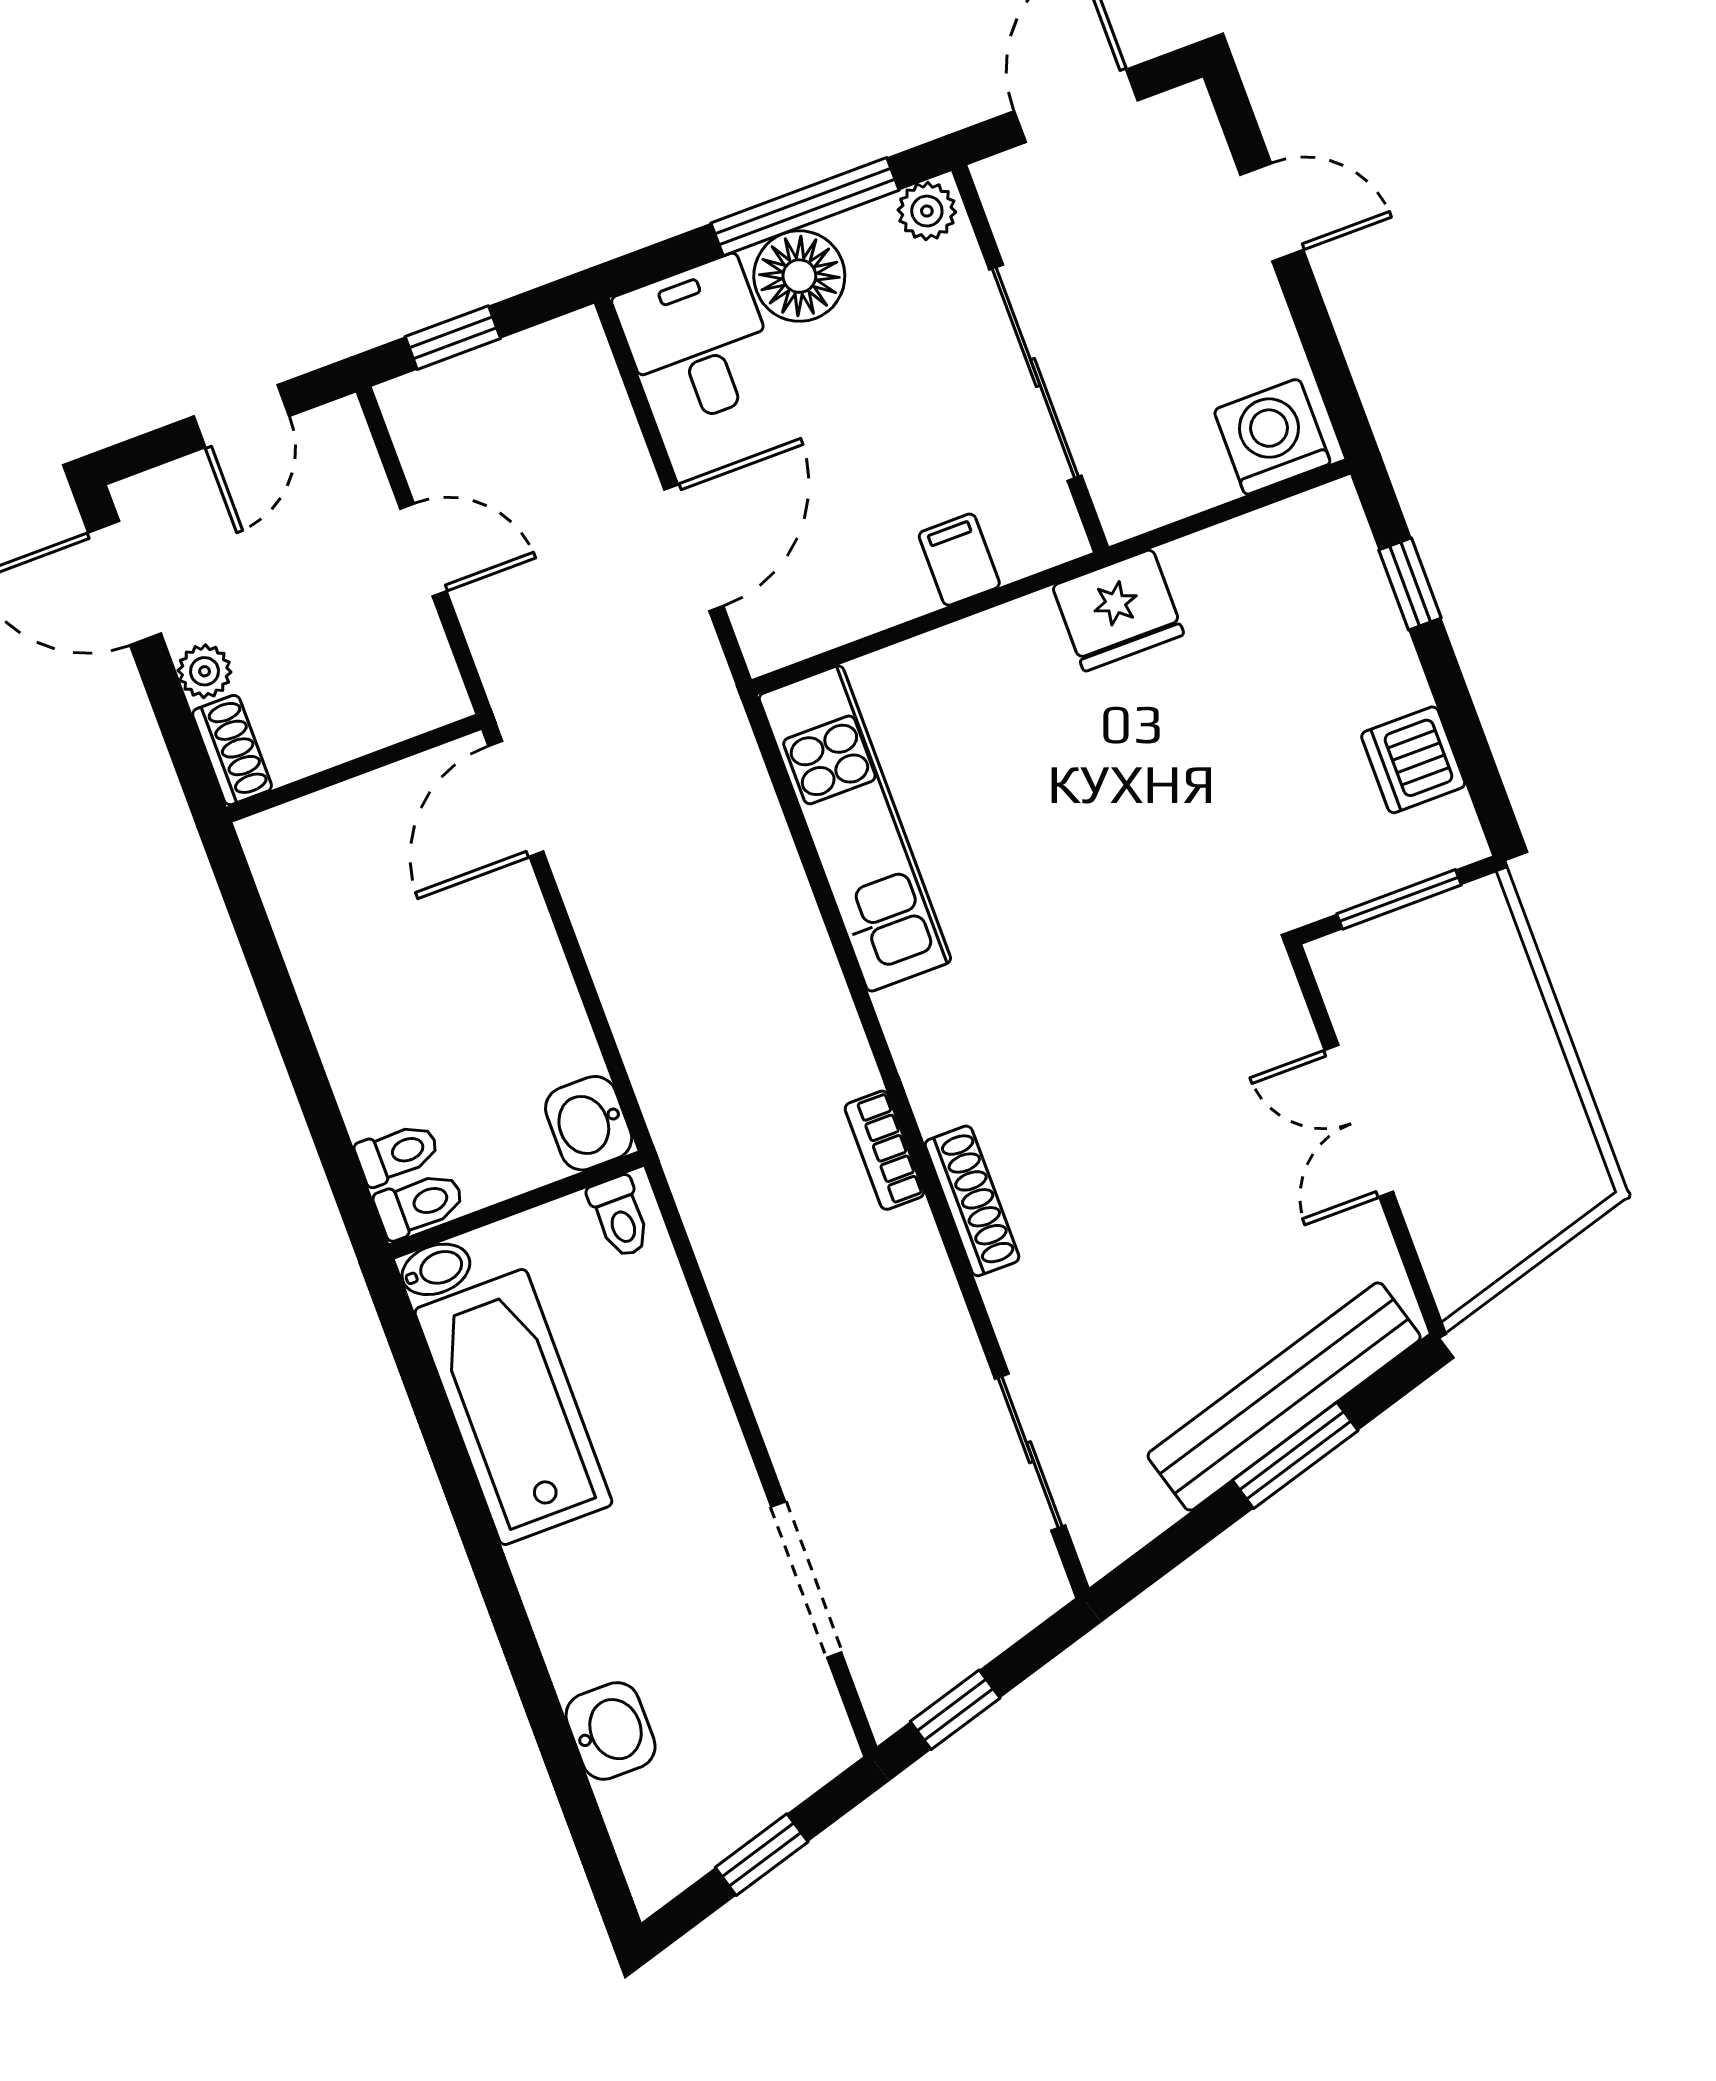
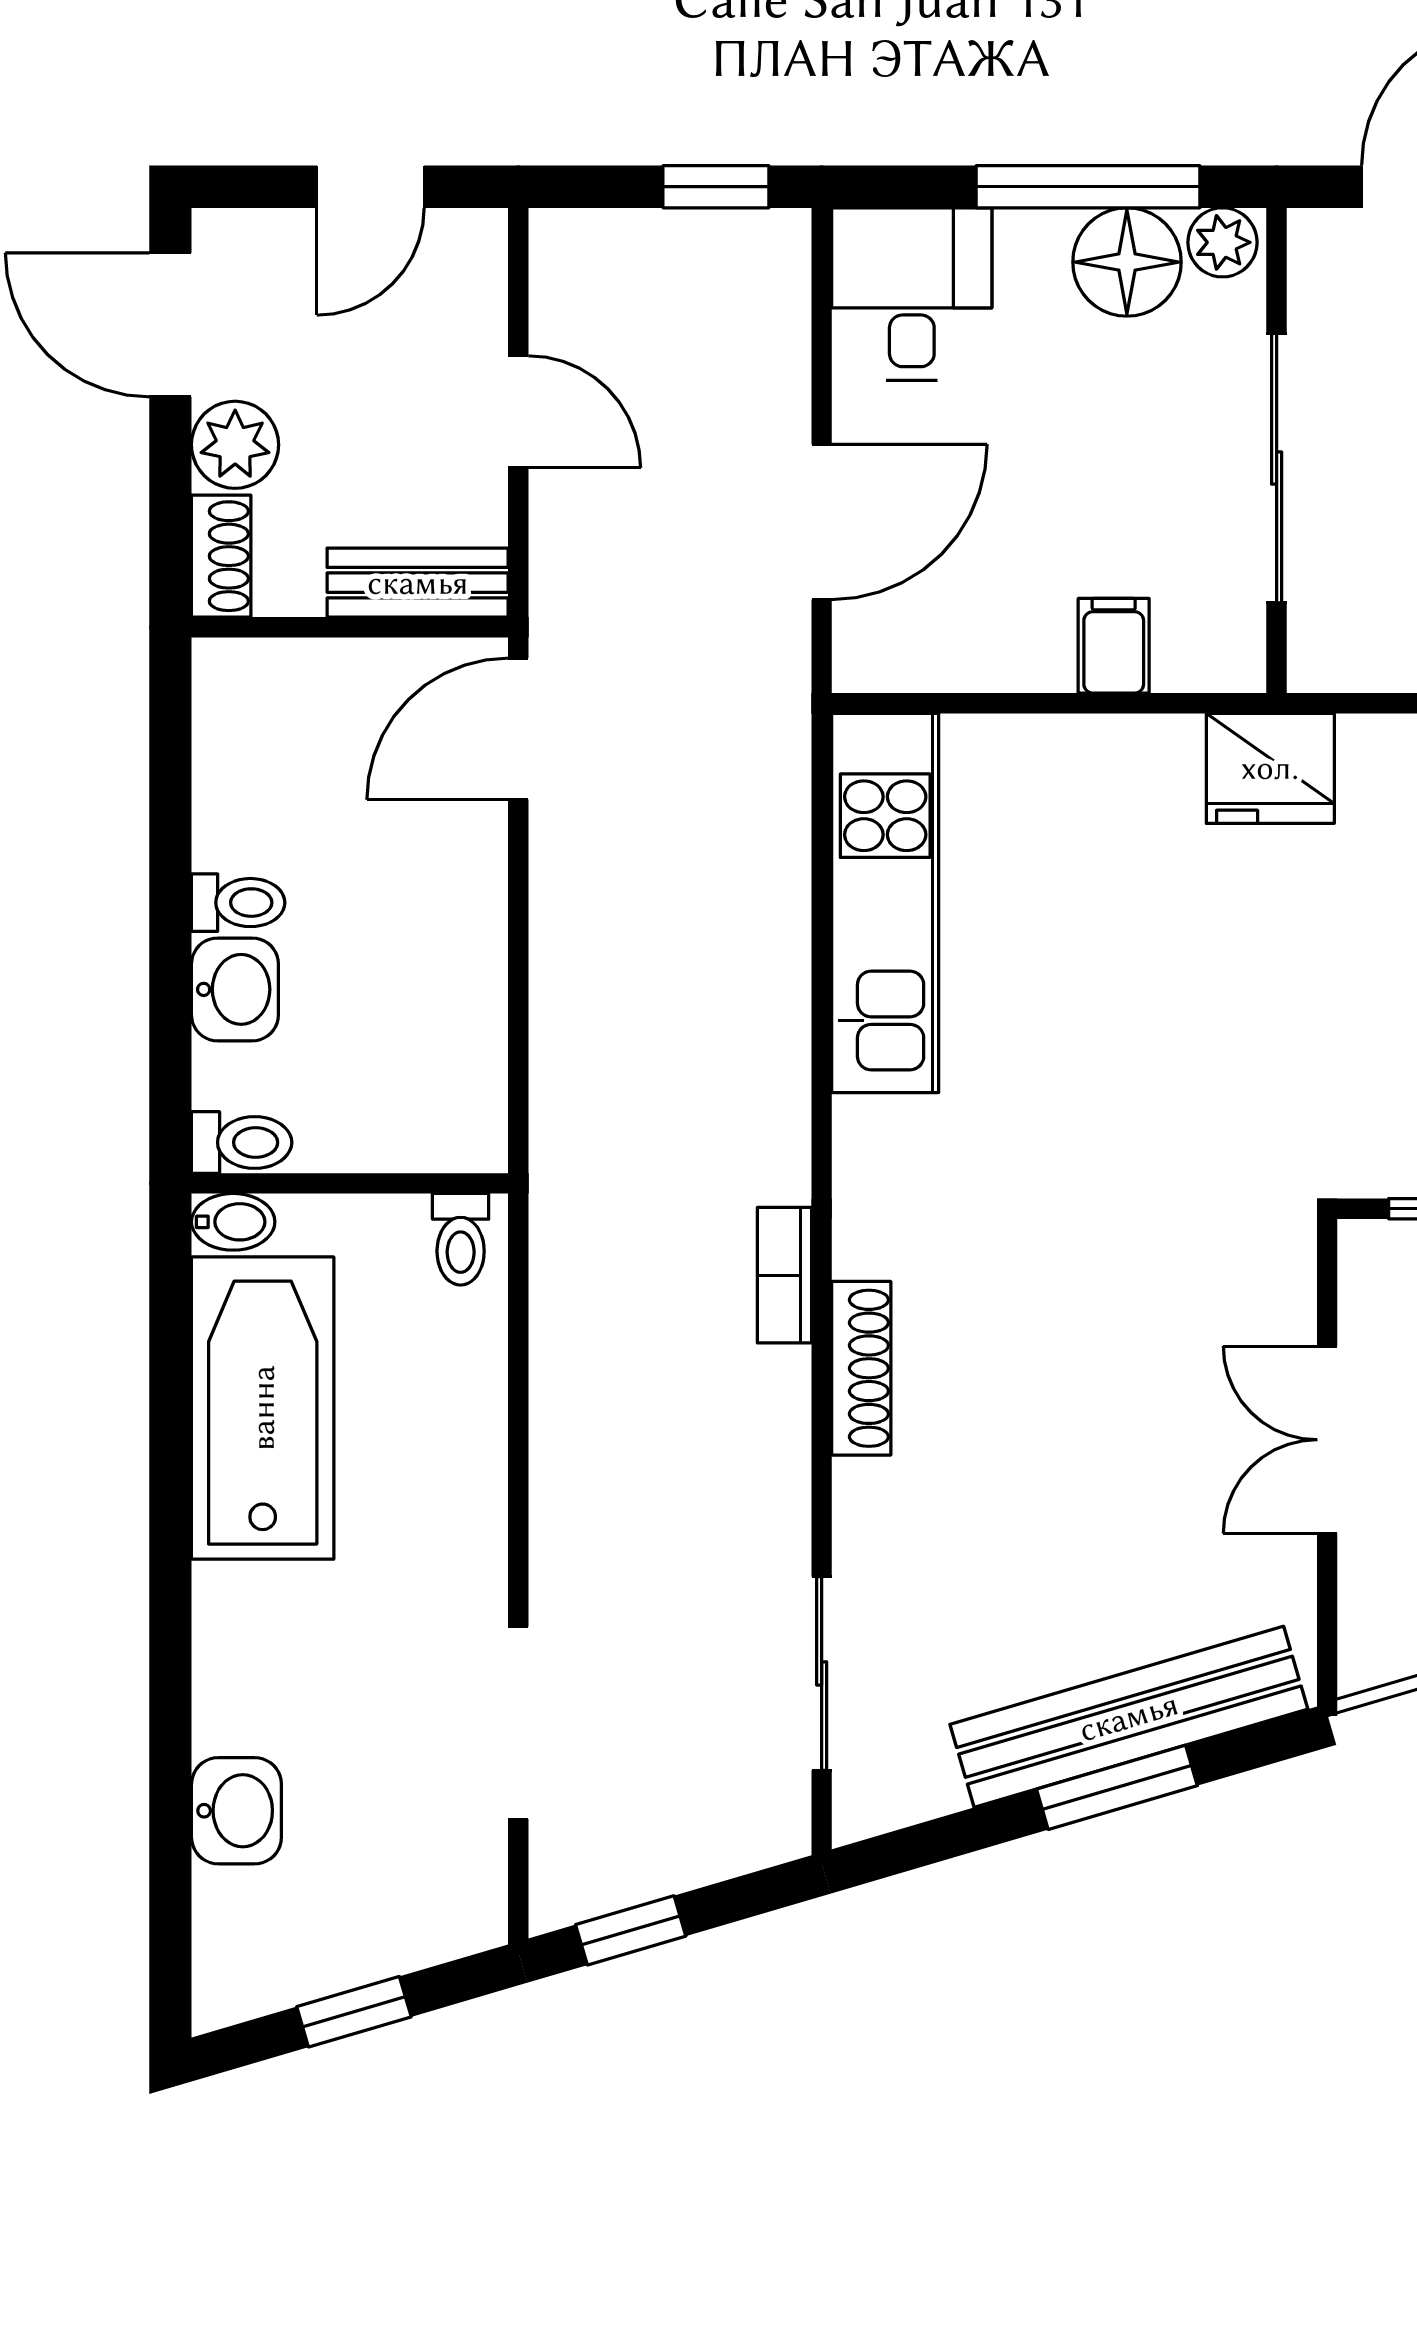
floor lamp: (799, 276) -> (1127, 262), moved
window: (453, 338) -> (716, 187), moved
plant: (205, 671) -> (235, 445), width x1.38, depth x1.38
bench: (394, 713) -> (418, 583), added
washbasin: (589, 1123) -> (235, 989), moved, turned 180
toilet: (397, 1154) -> (238, 903), moved

